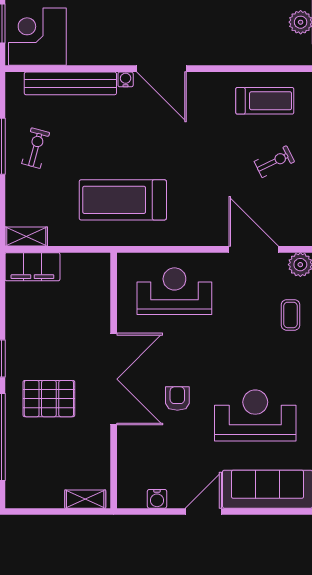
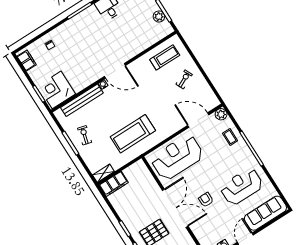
reception desk: (174, 291) -> (177, 157), width x1.36, depth x1.30

